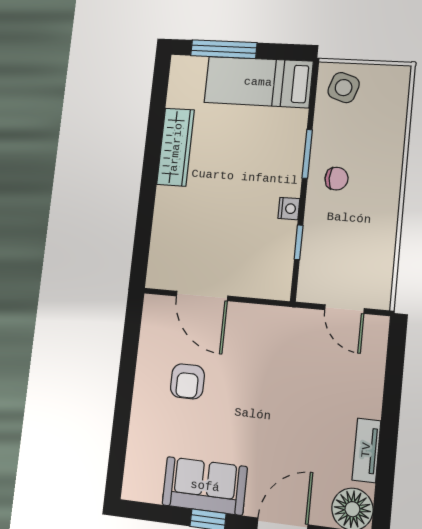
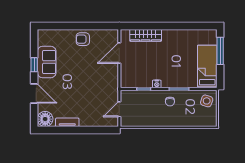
wardrobe: (176, 147) -> (146, 35), moved
armchair: (187, 381) -> (83, 39), moved

